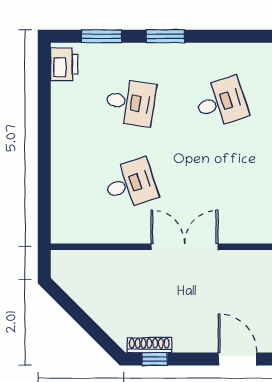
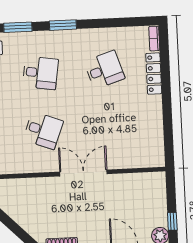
desk: (130, 184) -> (43, 130), turned 39

